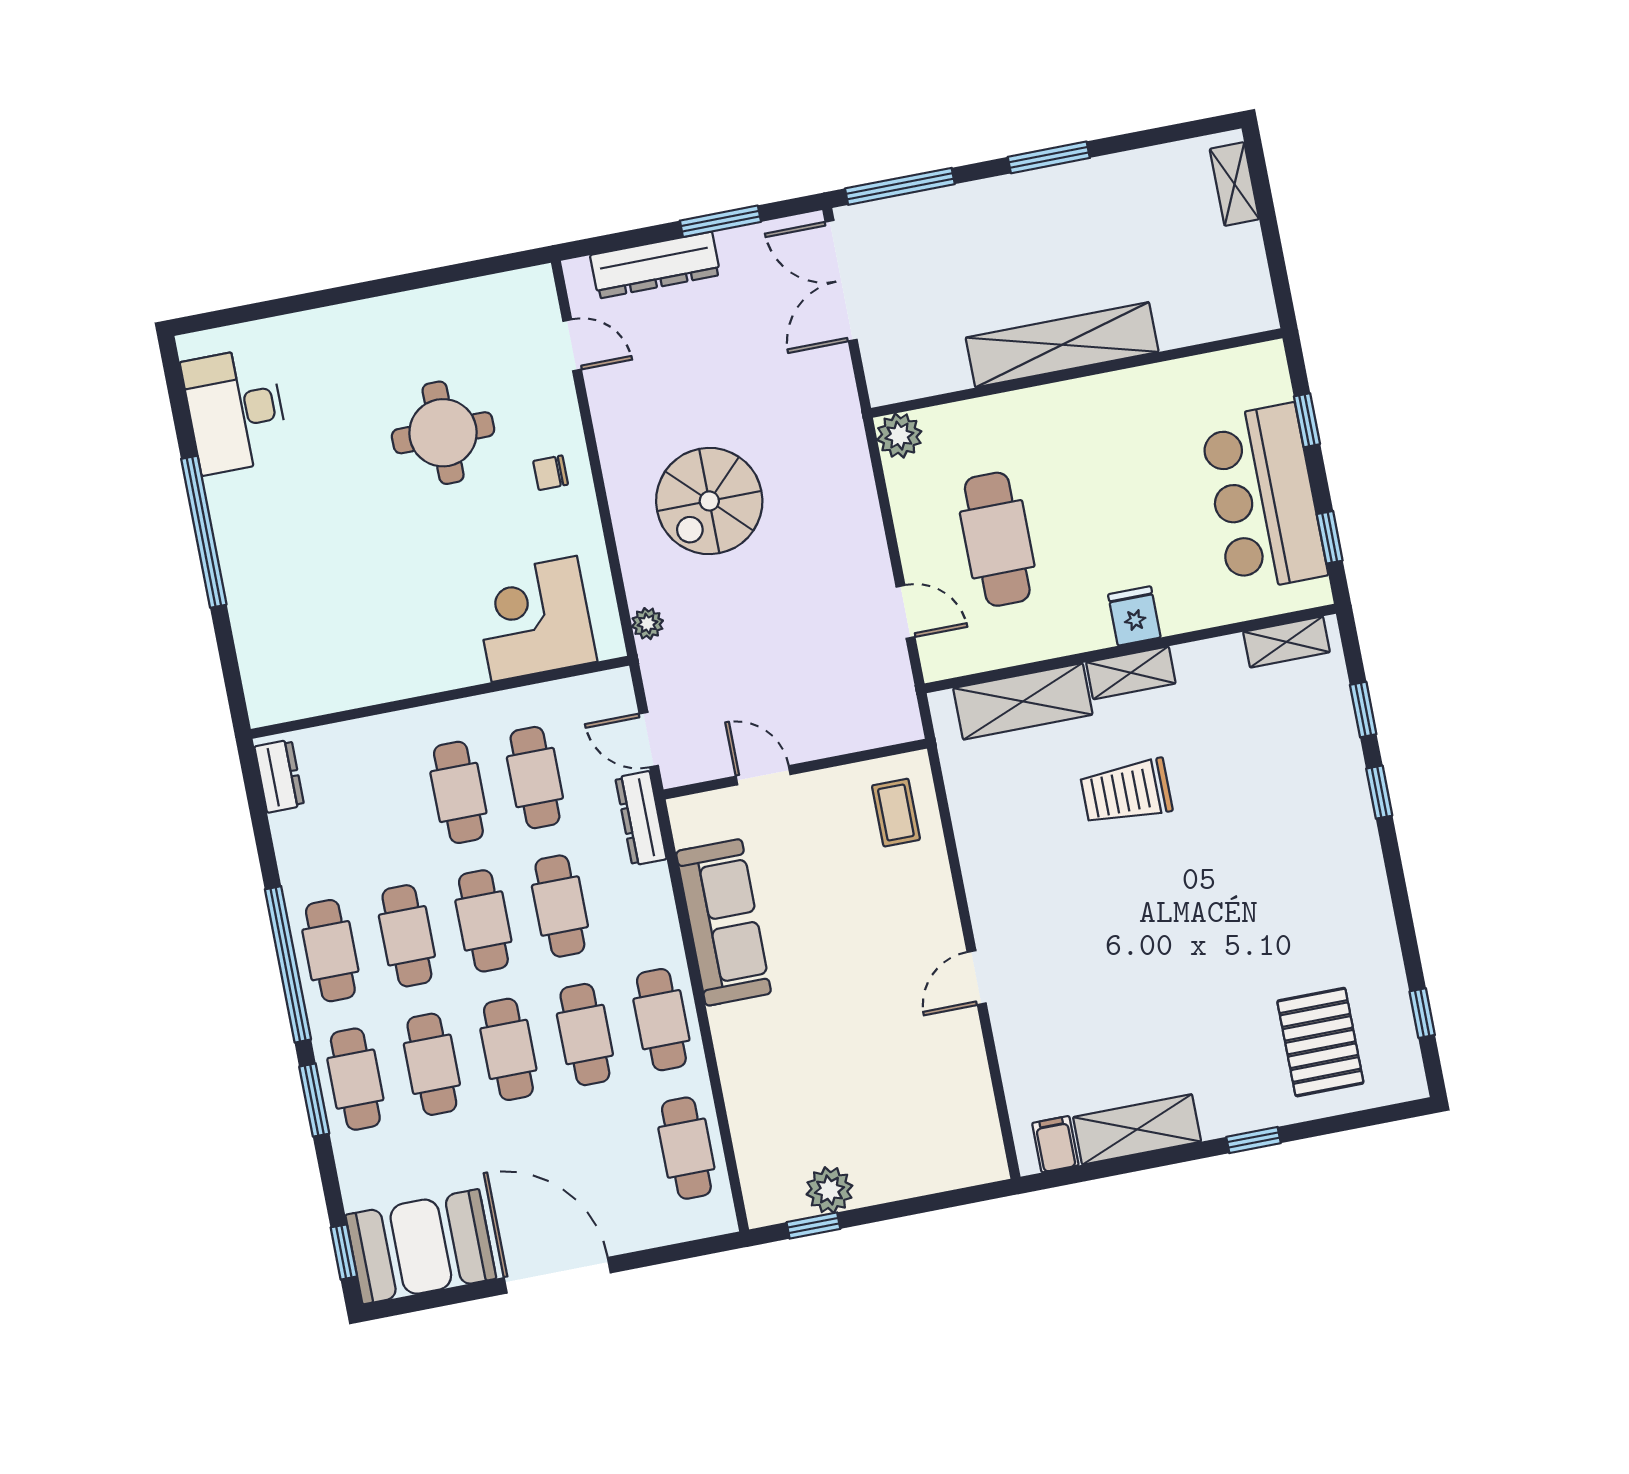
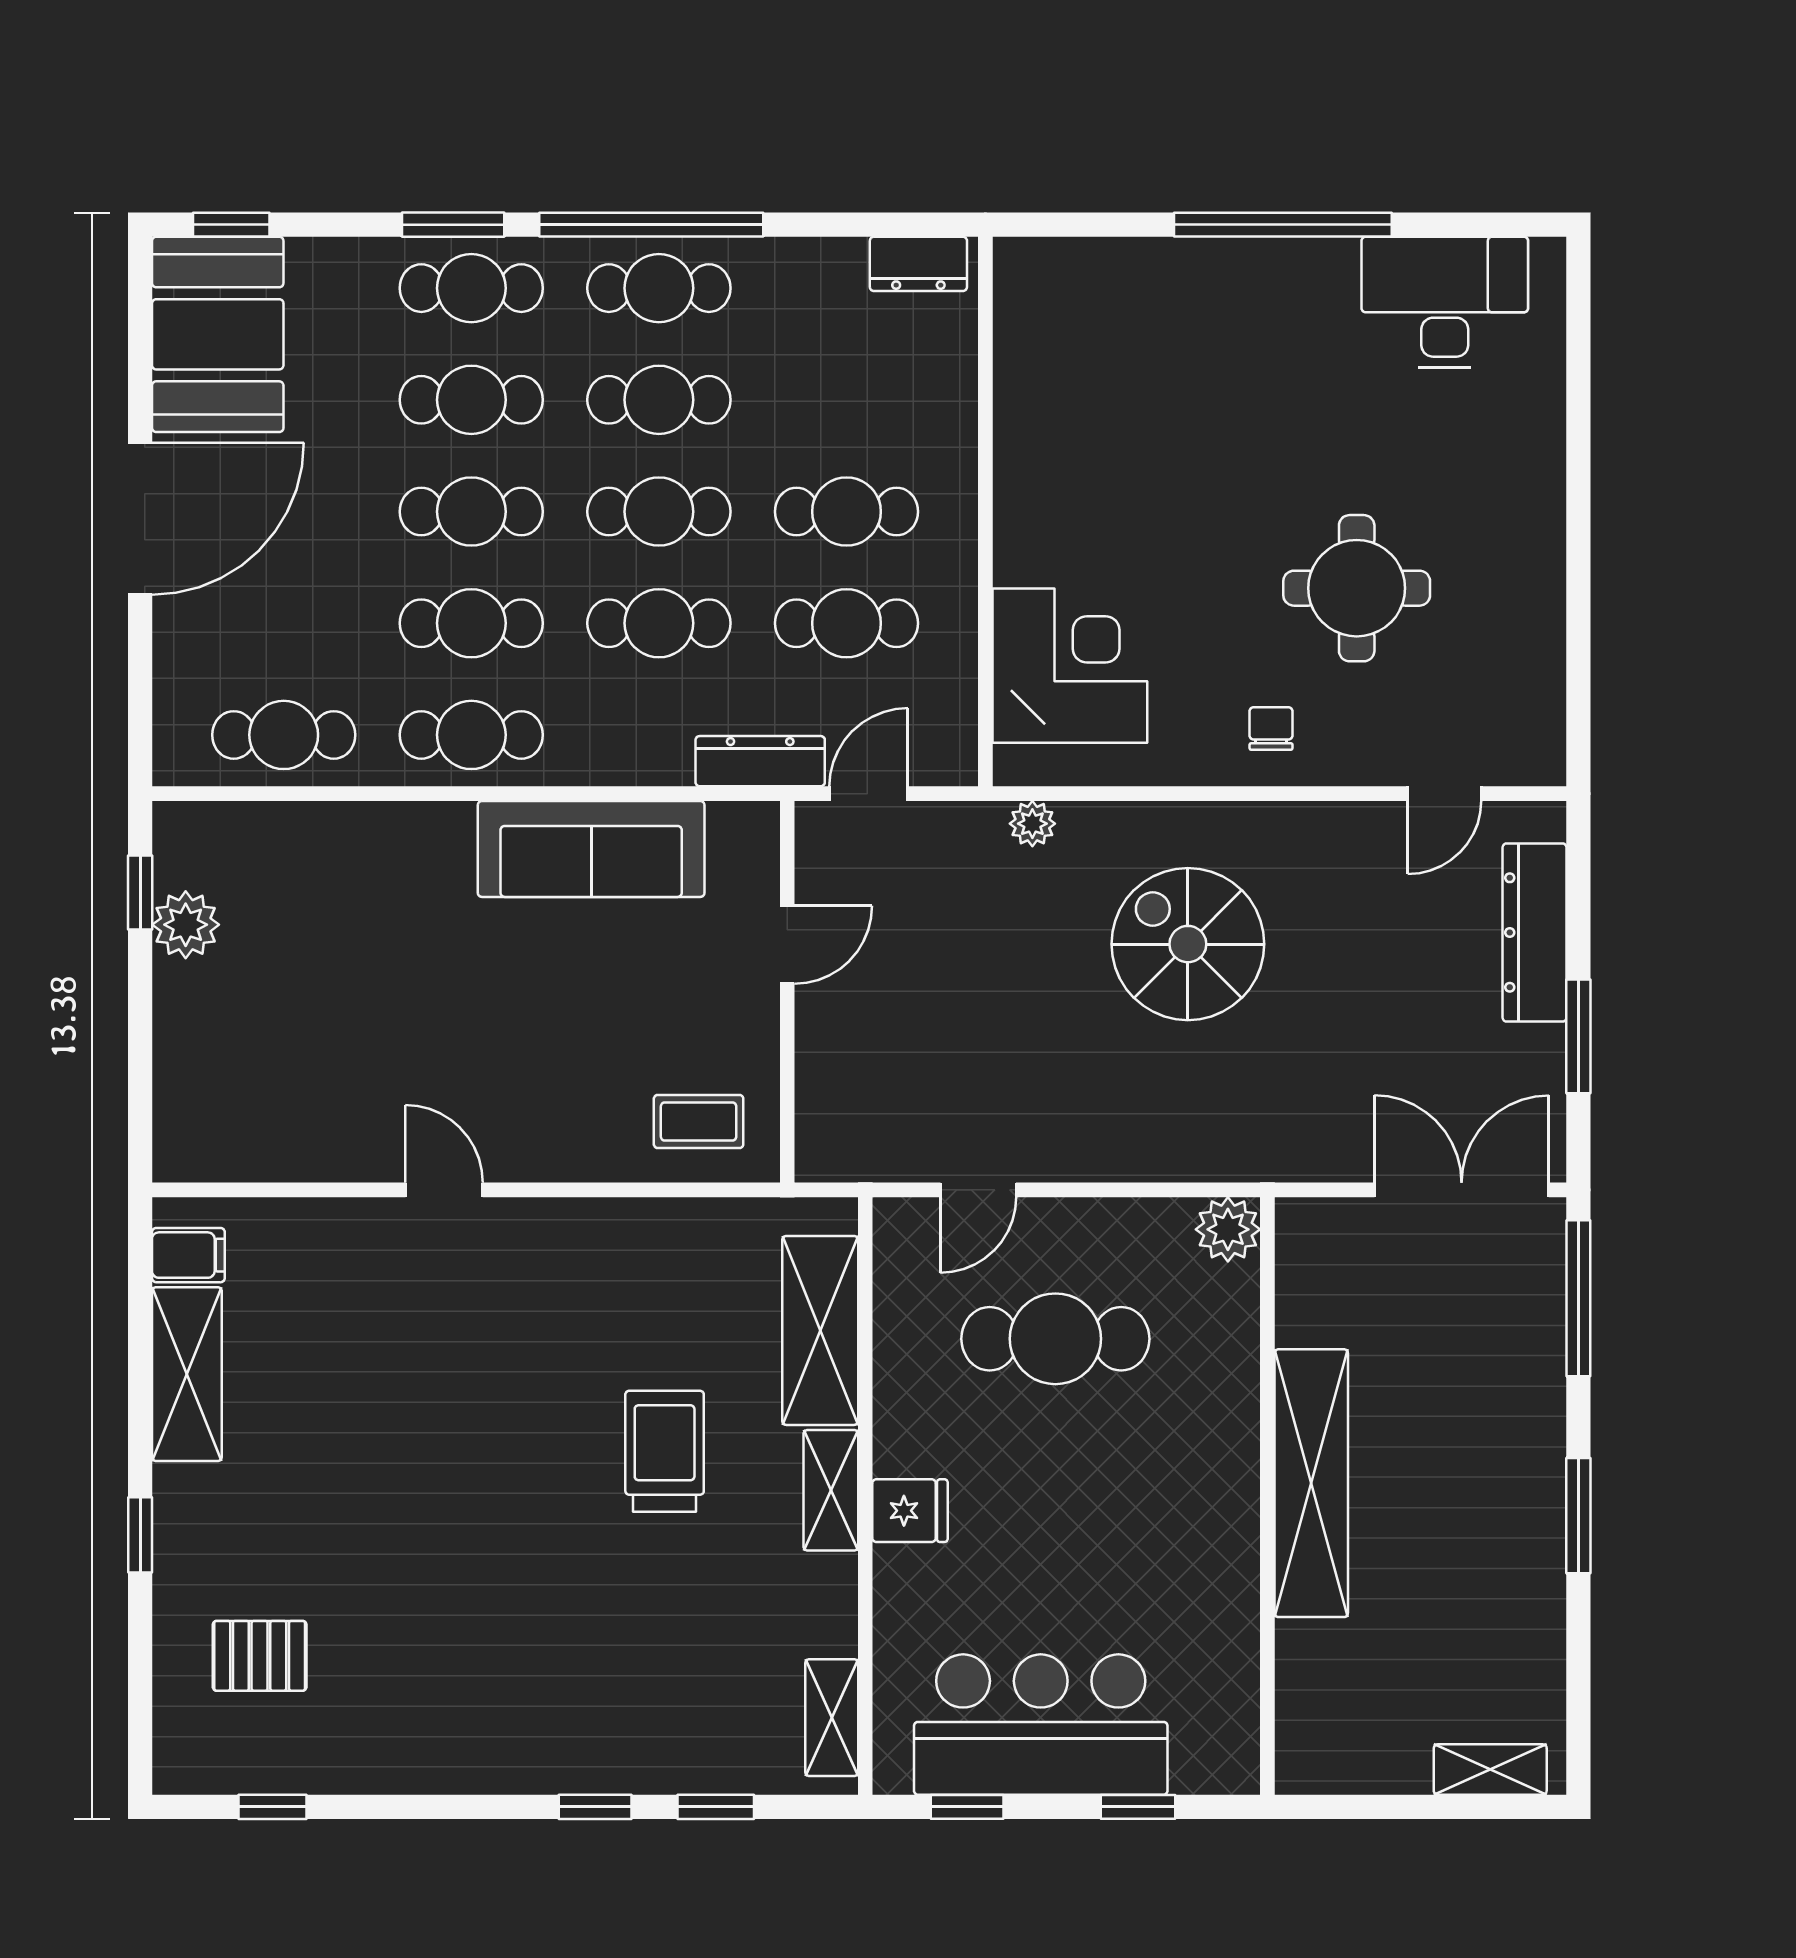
pallet: (1320, 1042) -> (260, 1656), width x0.67, depth x0.71

